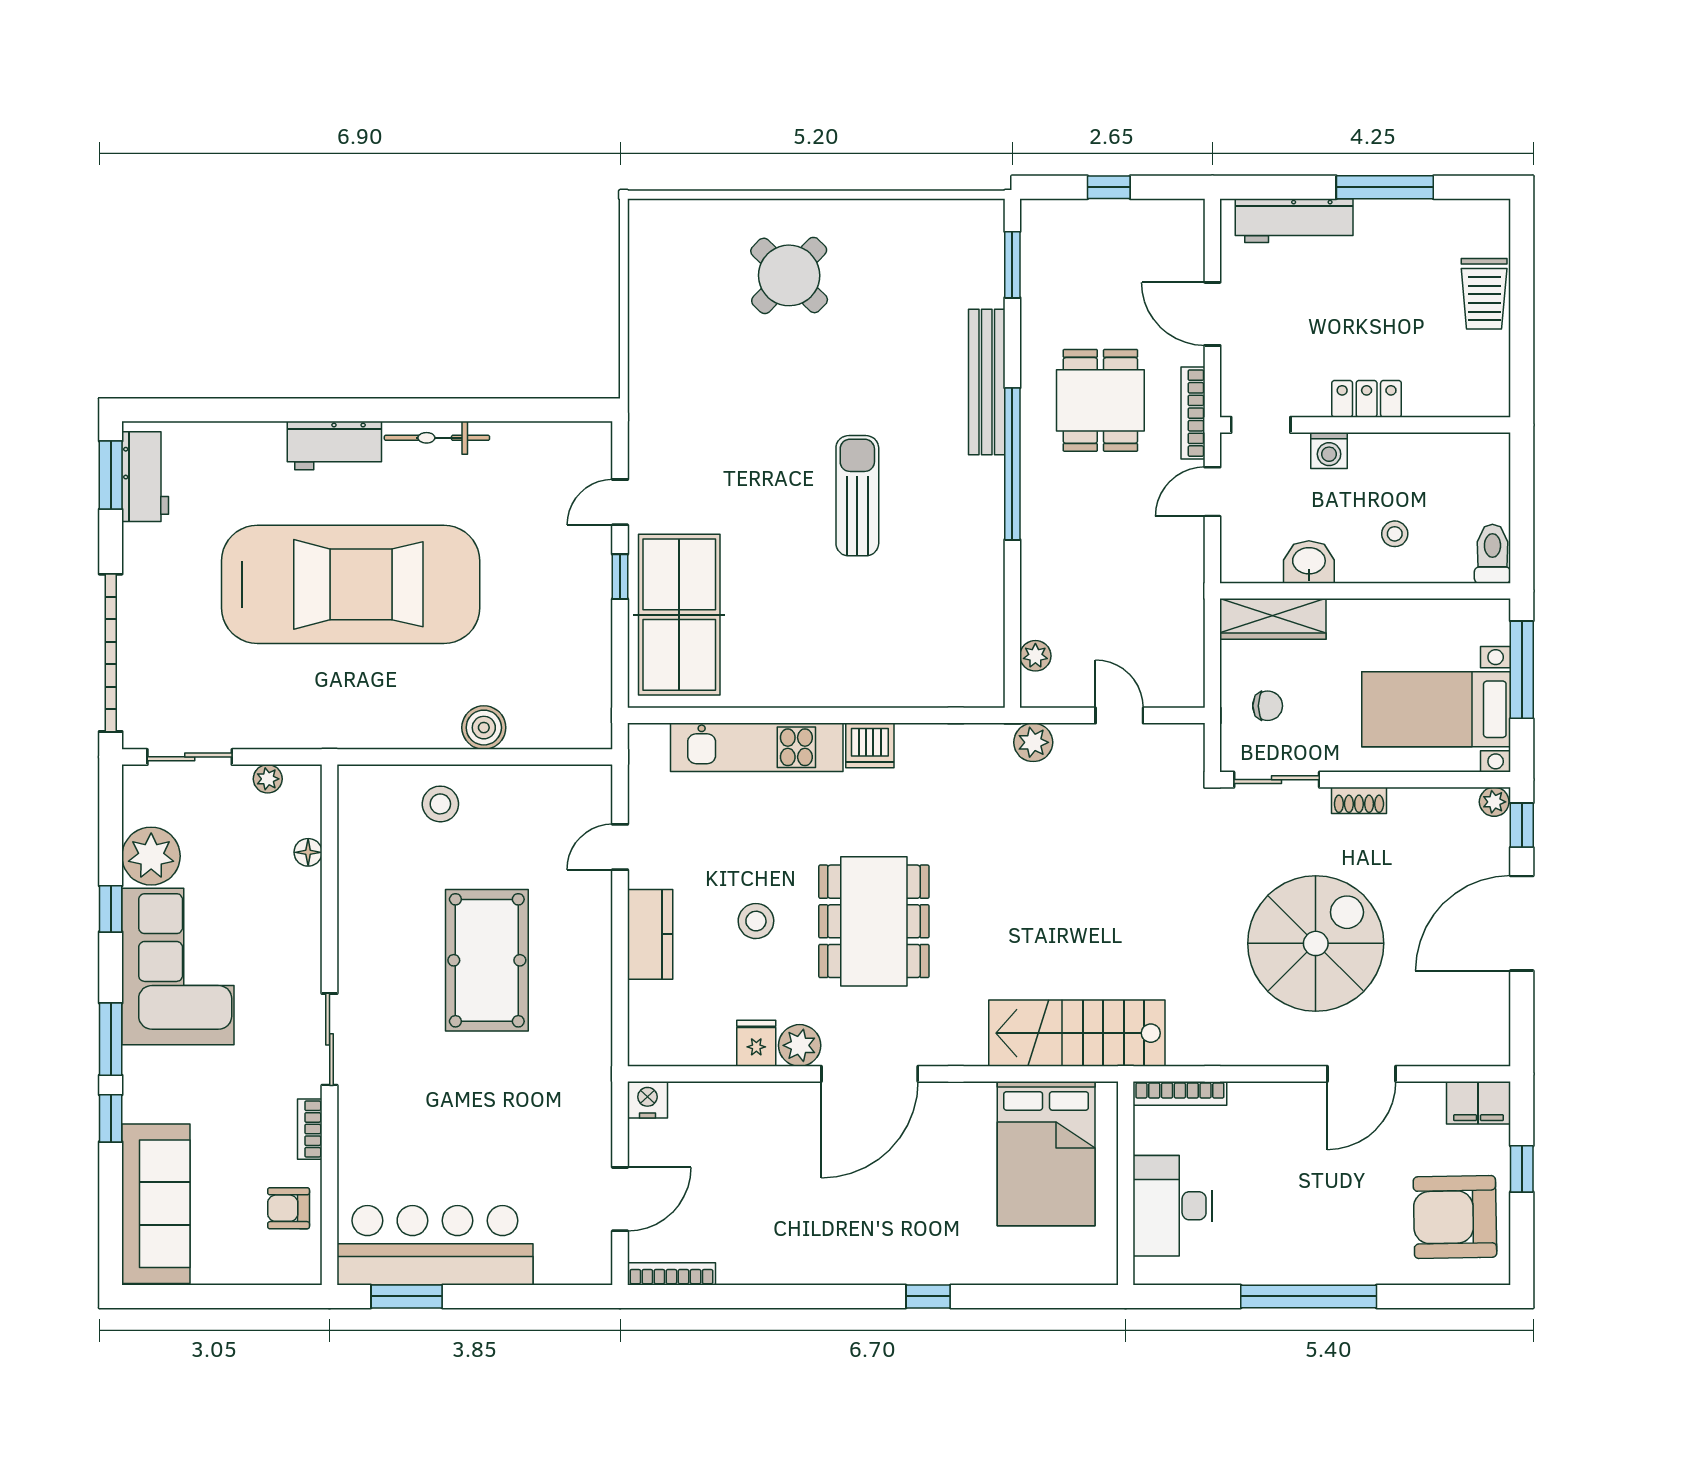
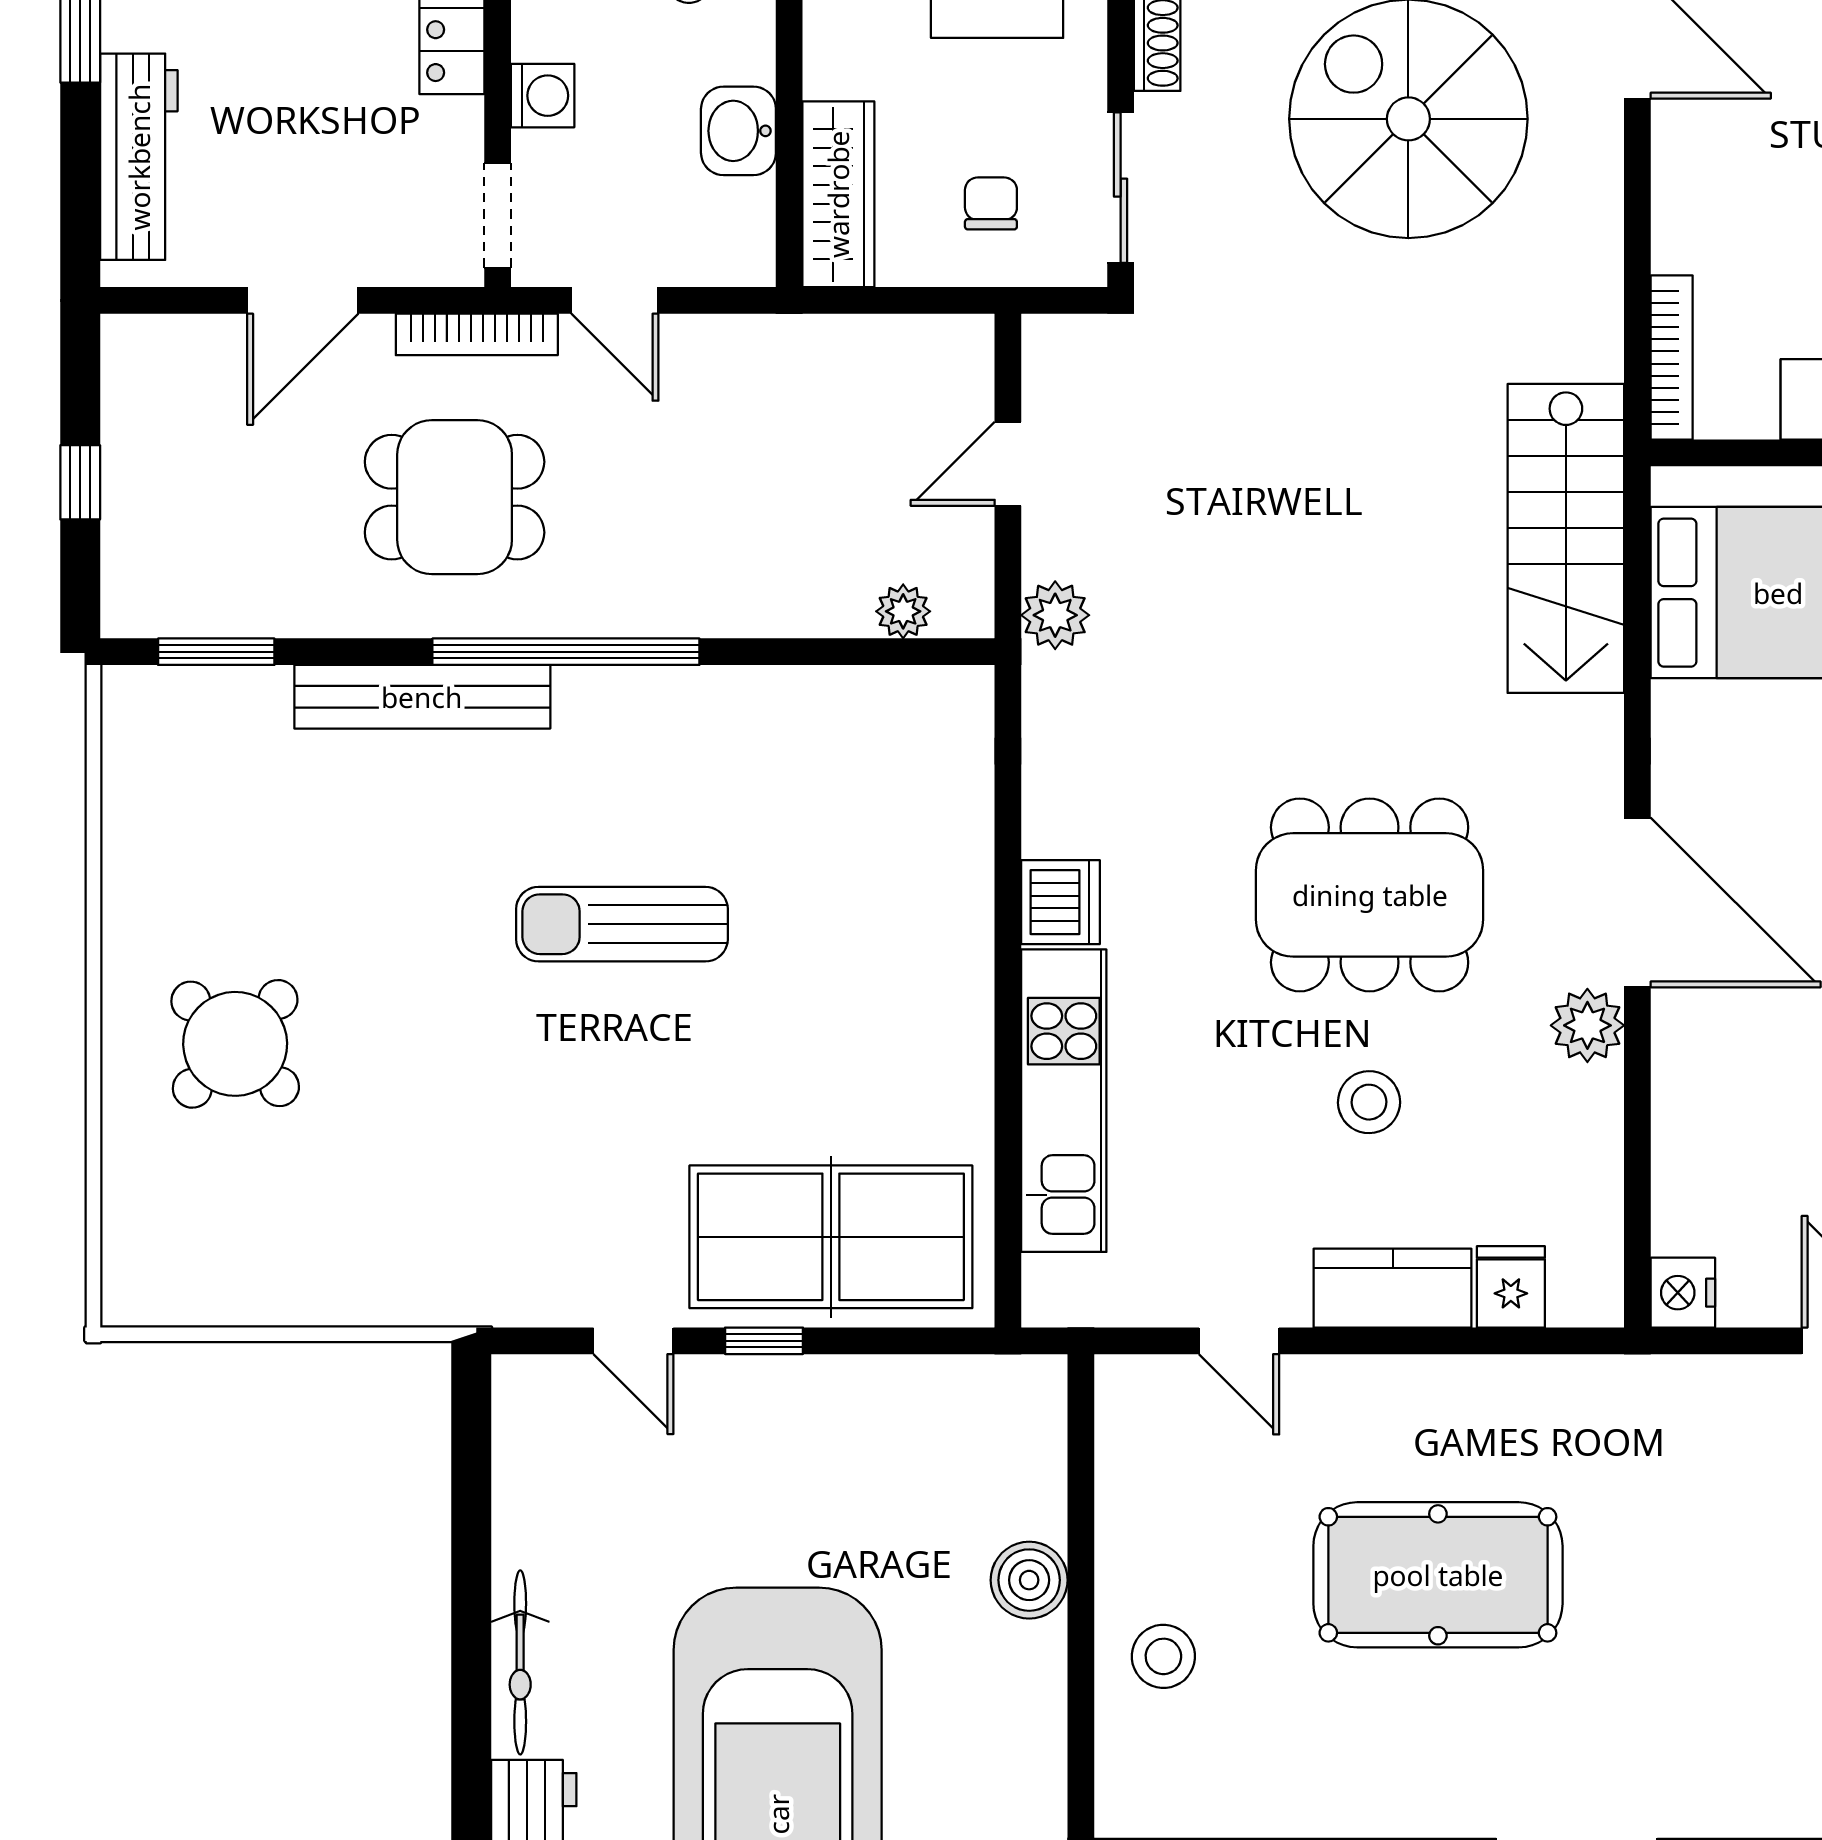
fridge: (756, 1043) -> (1511, 1287), moved, turned 90

